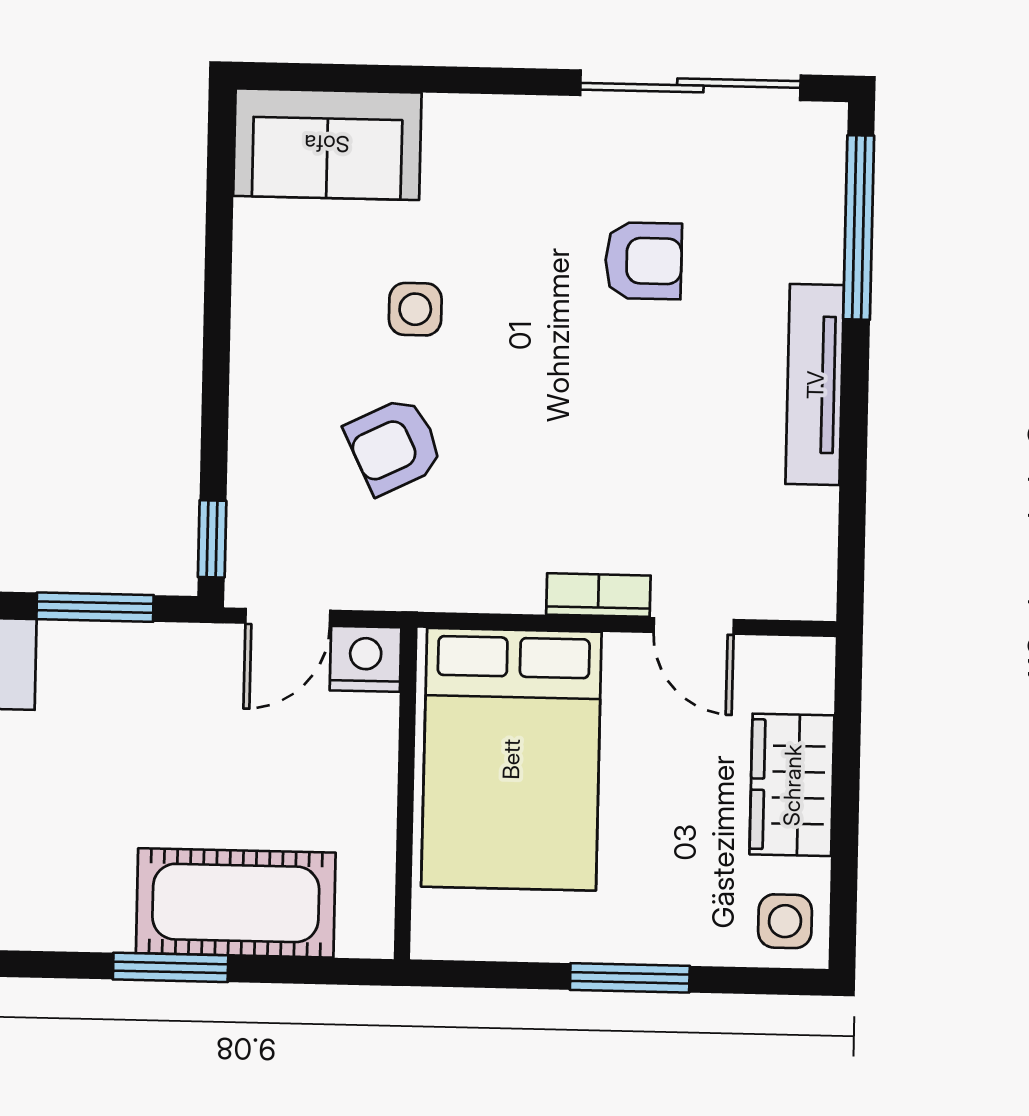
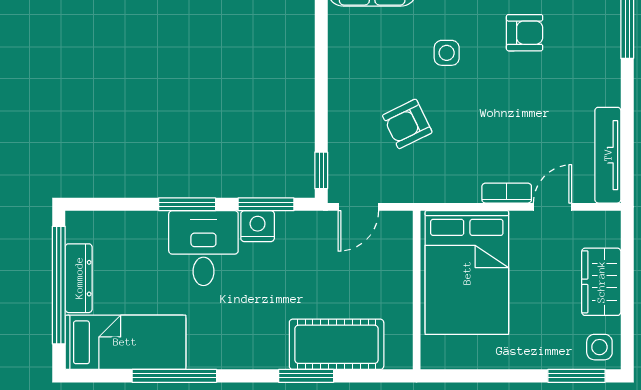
side table: (415, 309) -> (447, 53), moved
tv unit: (815, 385) -> (608, 155), moved
door: (694, 626) -> (553, 207), swing flipped
nightstand: (366, 659) -> (258, 226), moved
window: (630, 978) -> (577, 376), moved

